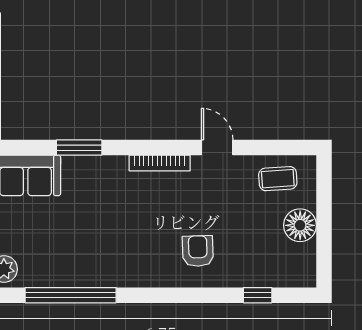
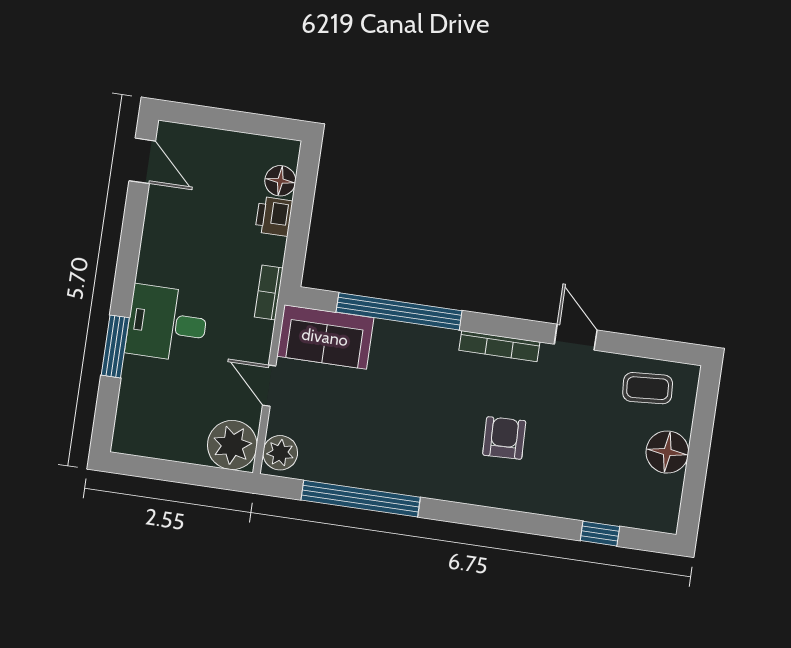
window: (79, 148) -> (399, 311), width x2.11
armchair: (198, 251) -> (504, 438), moved

